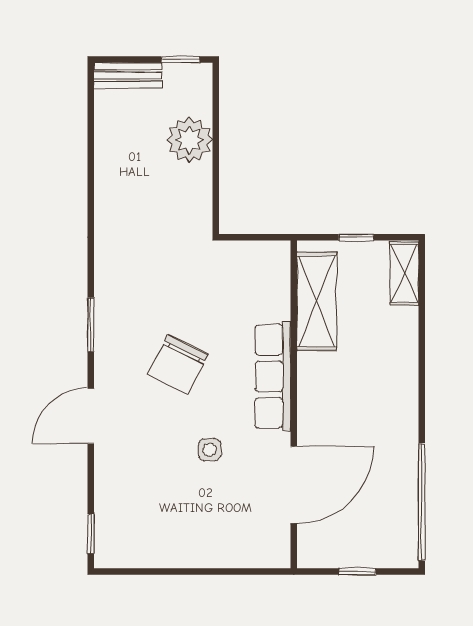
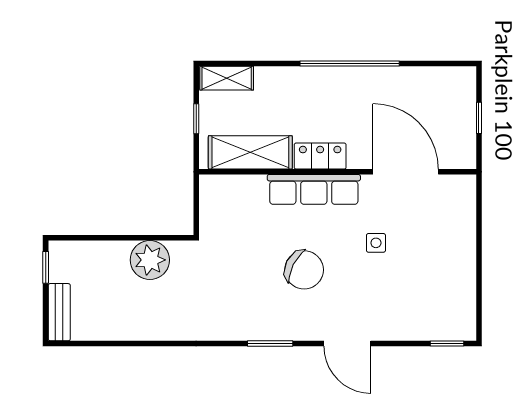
plant: (189, 140) -> (150, 260), moved
locker: (312, 384) -> (320, 156), added
window: (422, 502) -> (350, 63), moved

